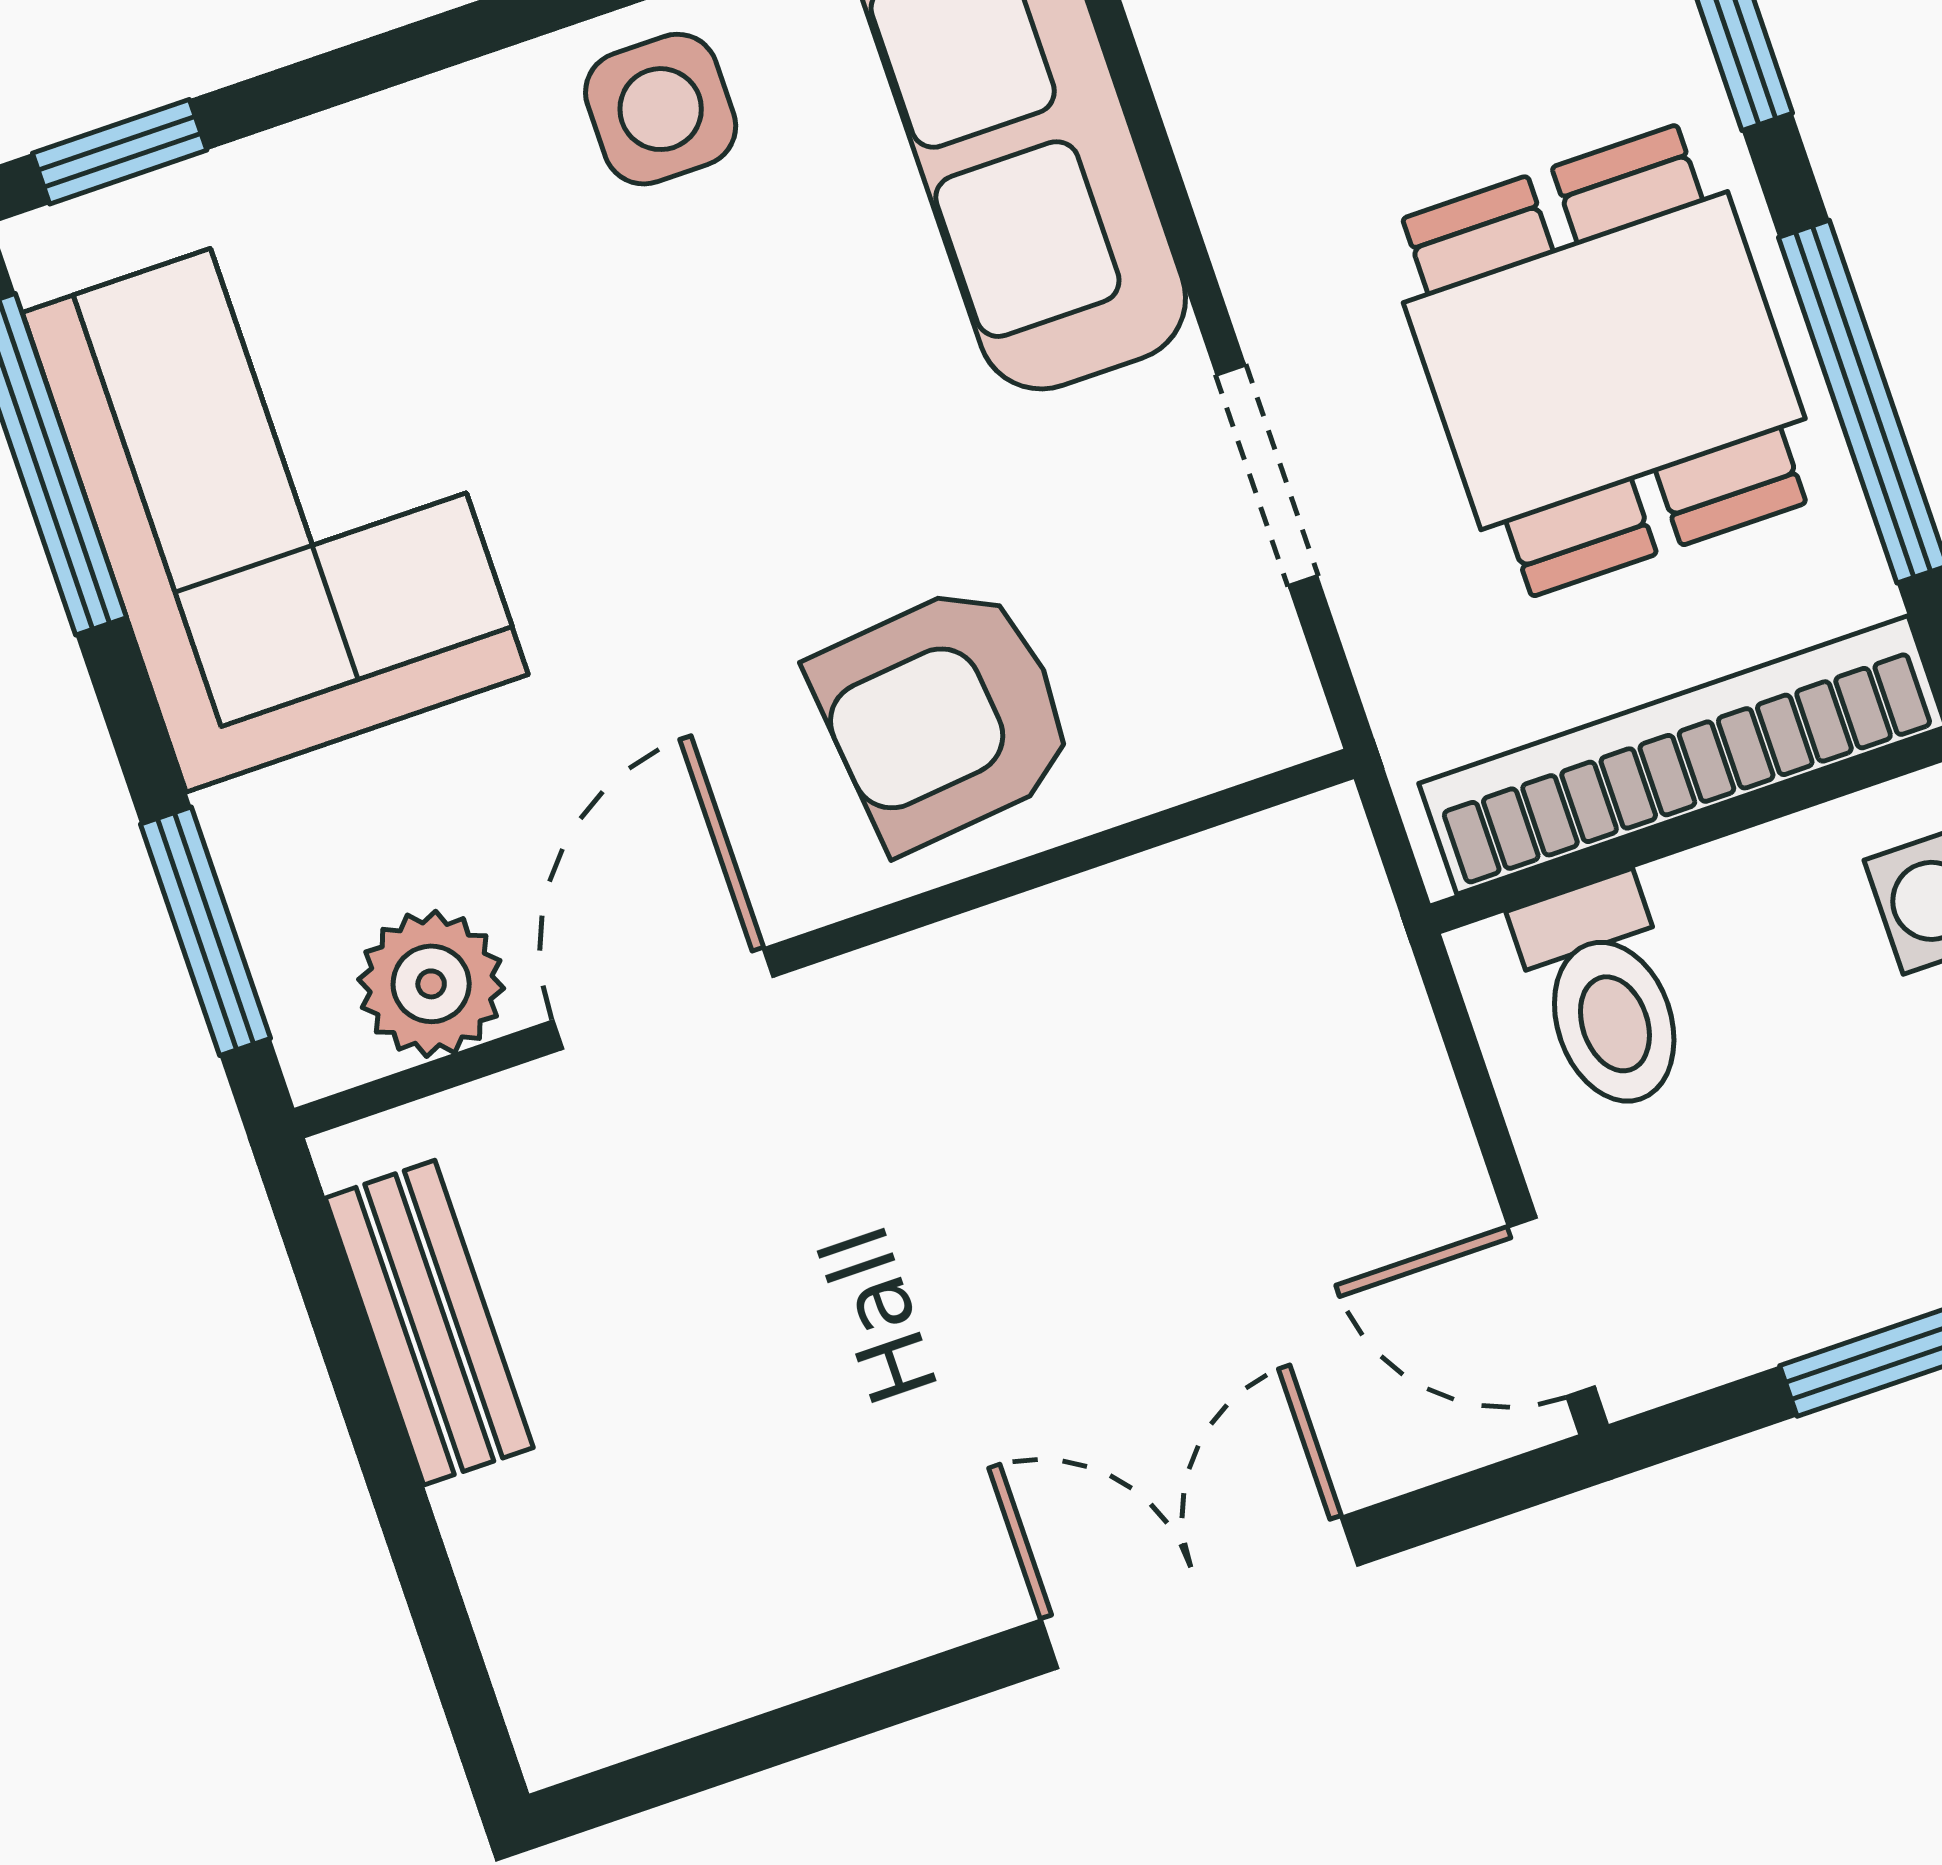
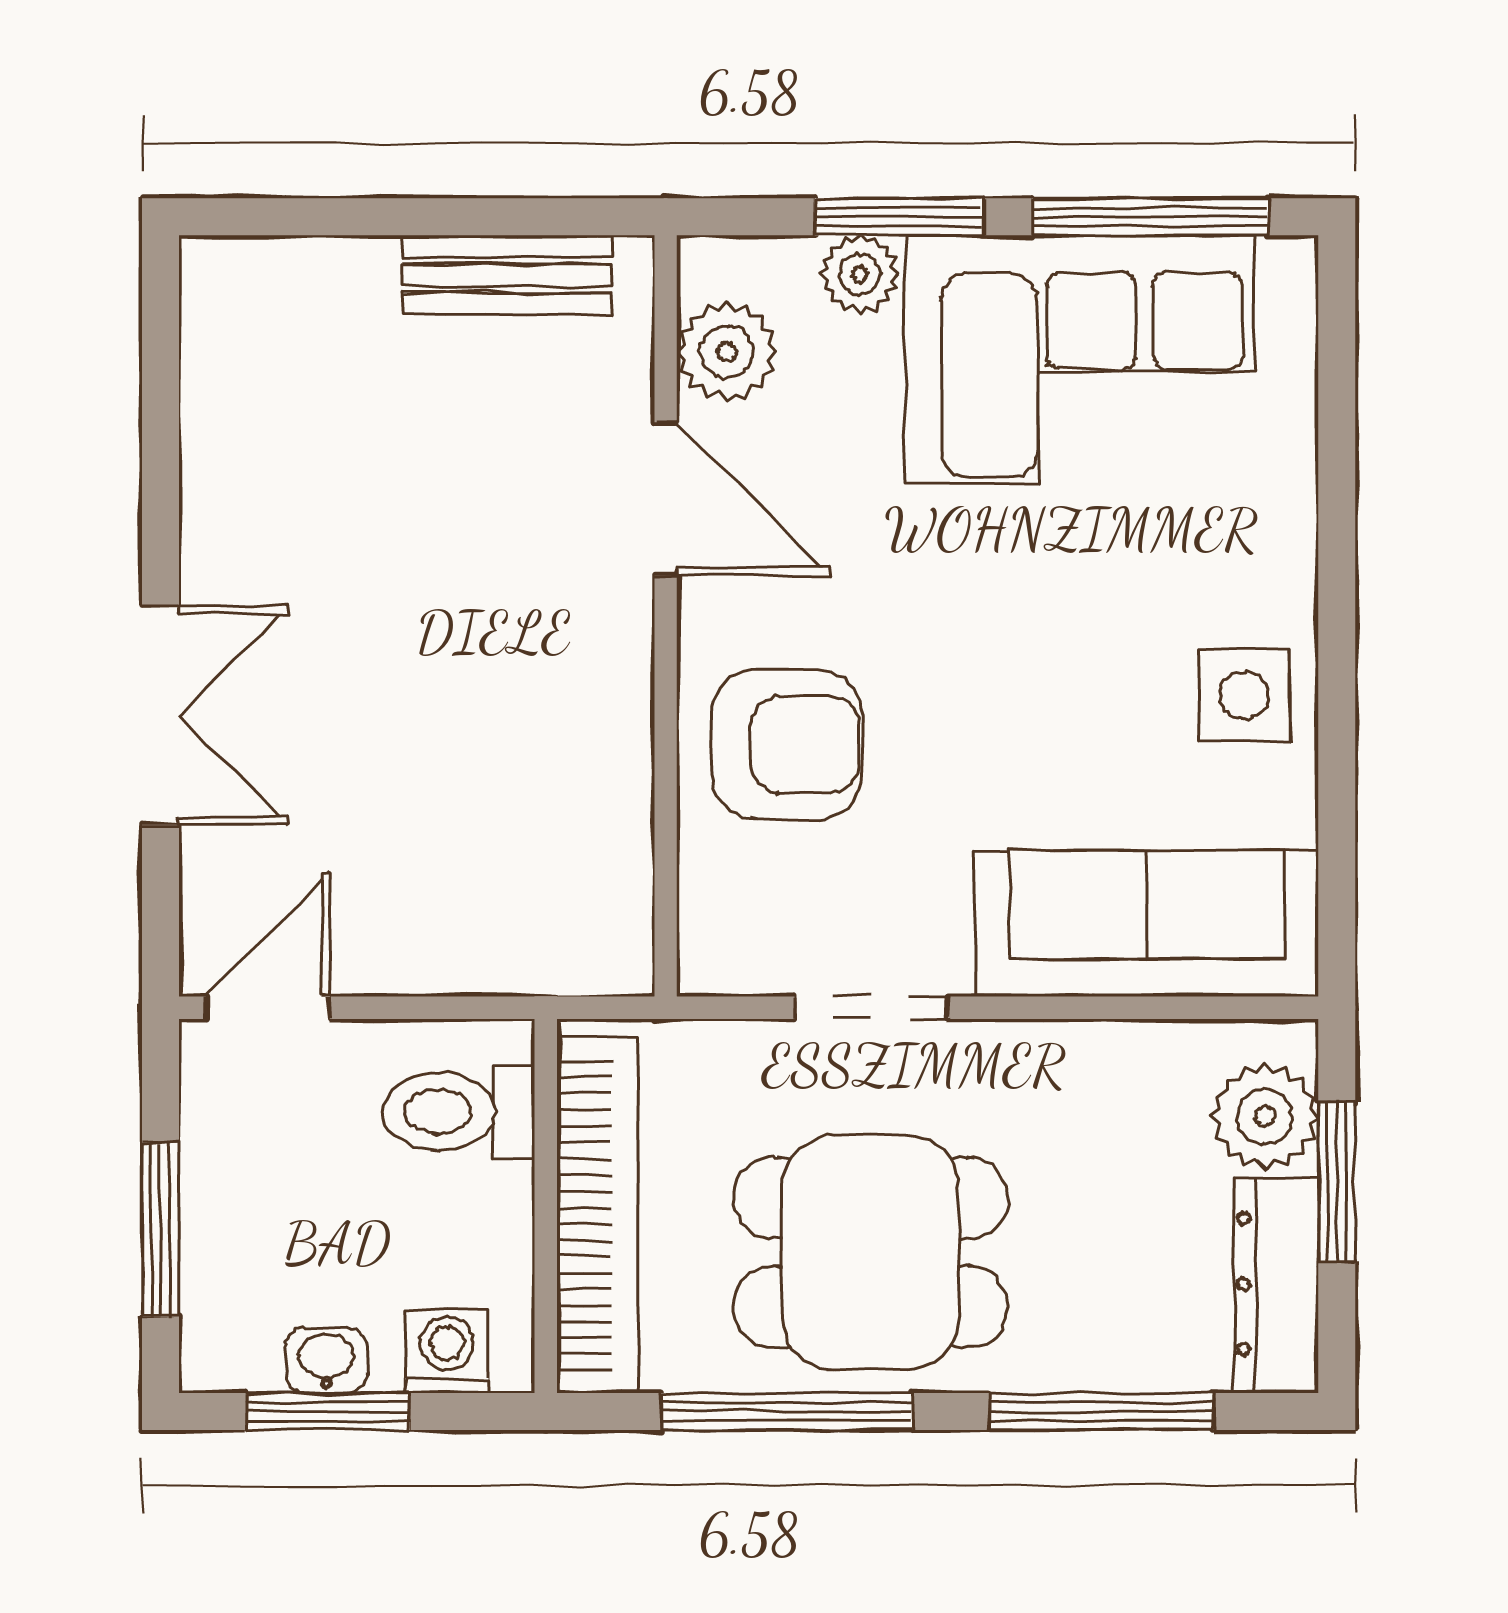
window: (120, 152) -> (1337, 334), removed
armchair: (944, 716) -> (787, 745), turned 96
plant: (262, 837) -> (860, 274), added
window: (205, 931) -> (899, 217), moved

